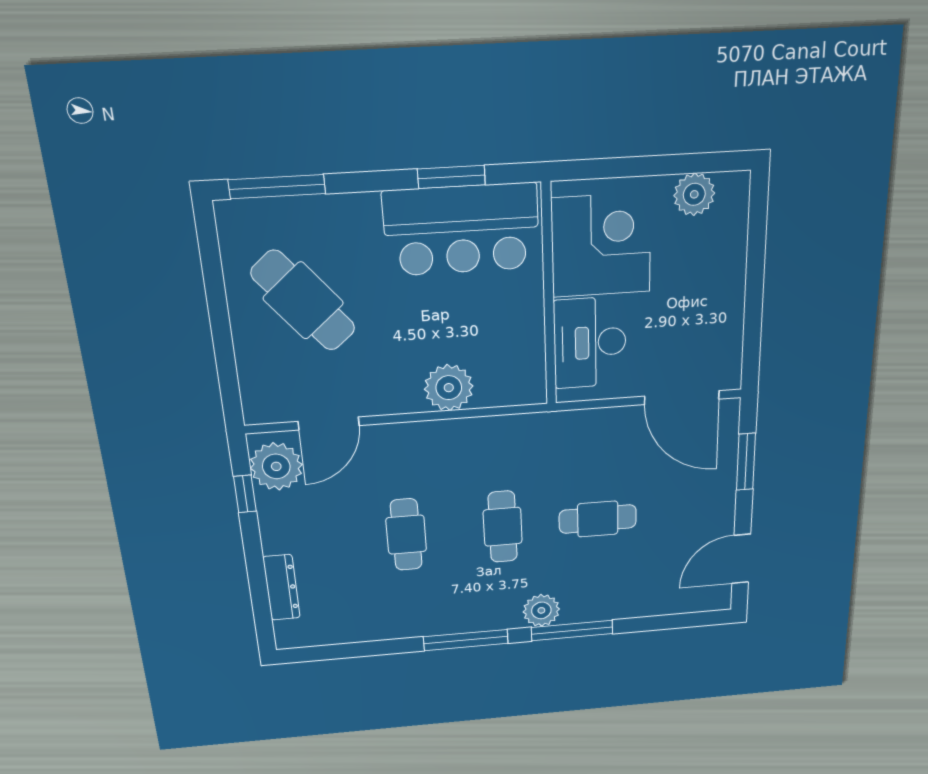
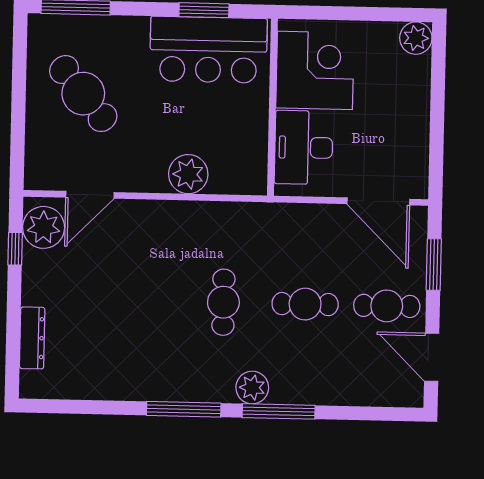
plant: (694, 194) -> (416, 38), moved
cafe table: (406, 535) -> (387, 306), moved, turned 90
door: (741, 559) -> (432, 357), hinge flipped

